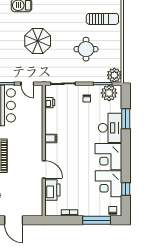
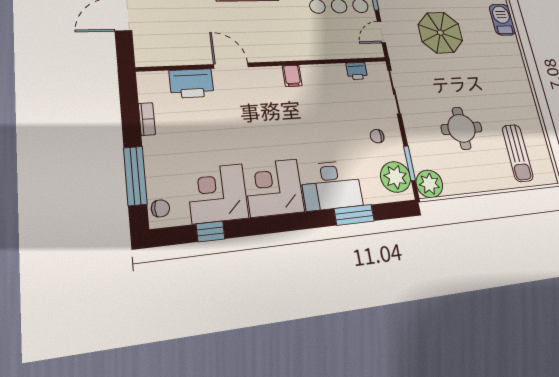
parasol: (38, 41) -> (440, 33), moved
door: (44, 169) -> (231, 66), swing flipped

